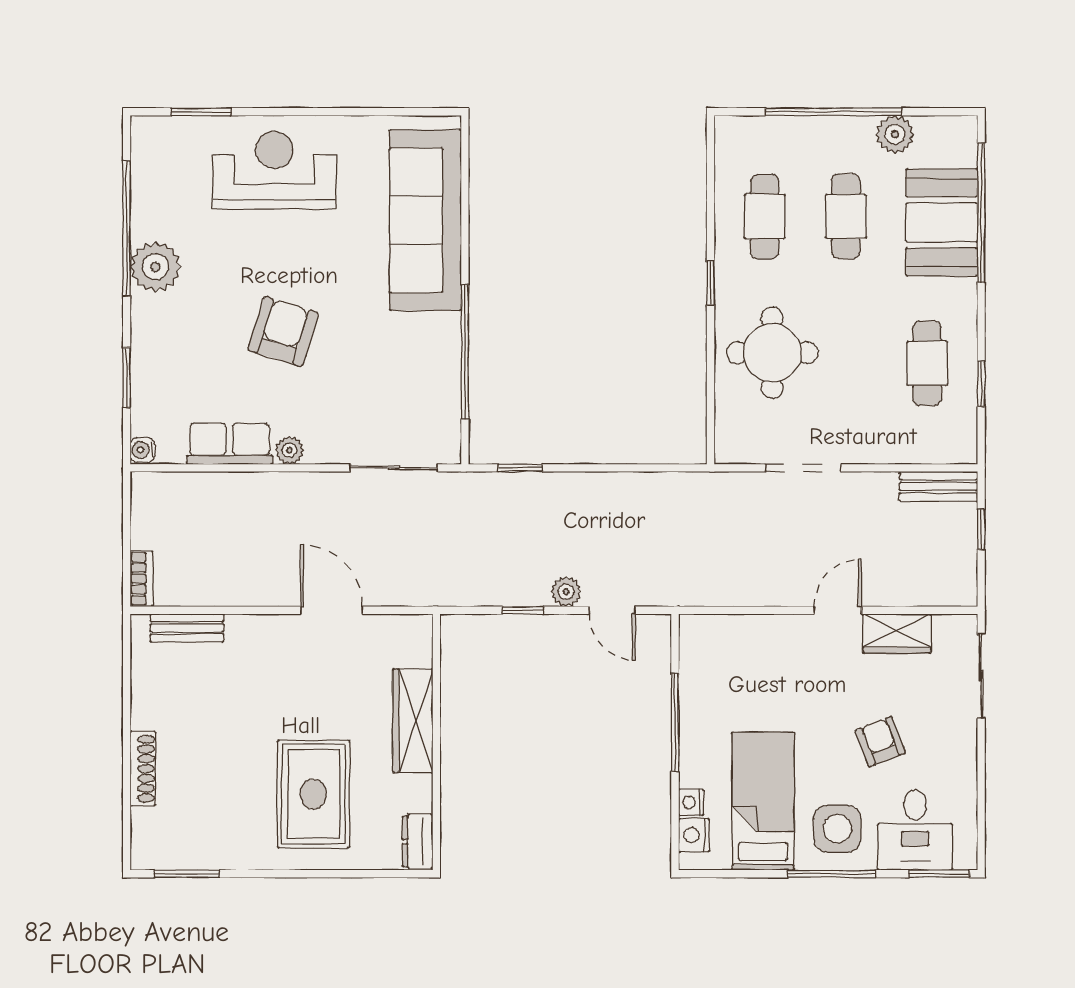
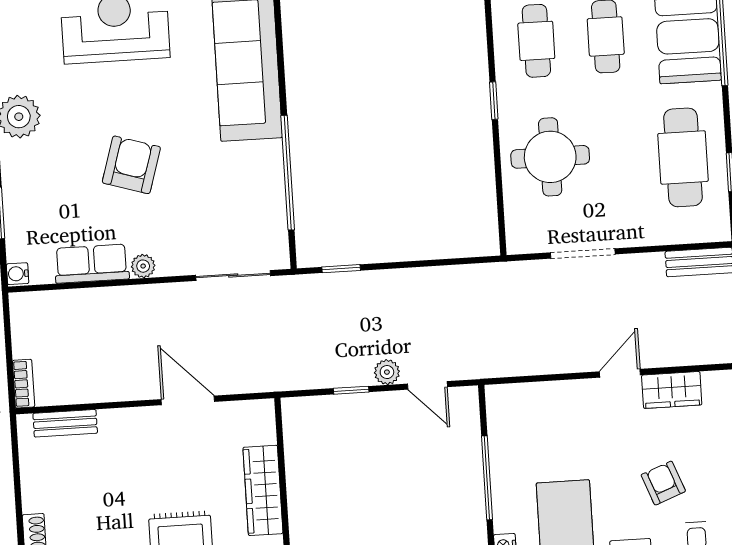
cafe table: (927, 363) -> (683, 157), width x1.37, depth x1.35

